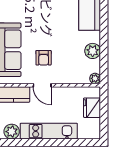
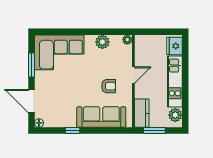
door: (42, 85) -> (133, 75), moved
fridge: (92, 108) -> (174, 46), moved, turned 90

